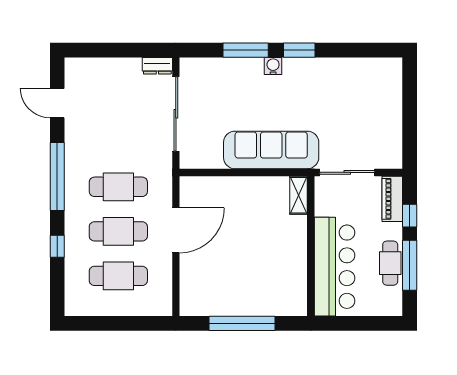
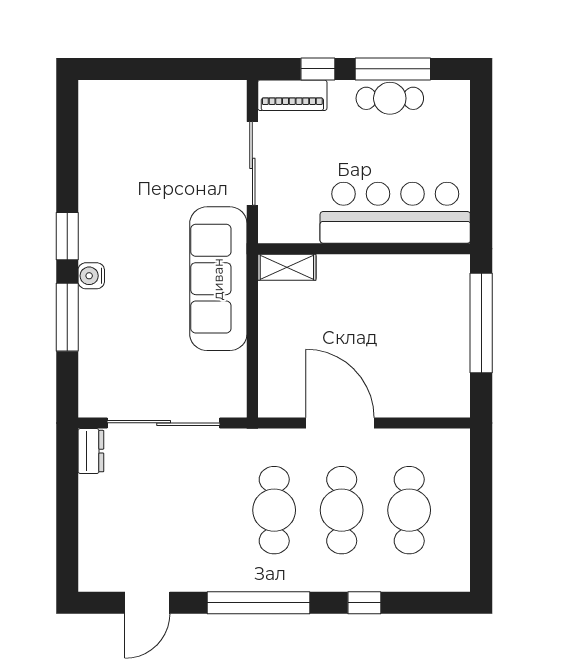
shelving: (298, 195) -> (287, 267), moved
wall: (311, 246) -> (364, 249), moved
bar counter: (334, 267) -> (395, 213), moved

